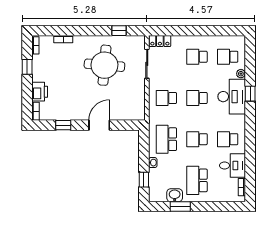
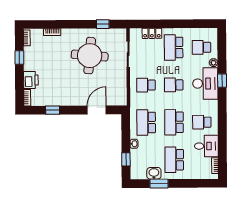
locker: (160, 41) -> (152, 33), moved
school desk: (197, 57) -> (174, 47), width x1.85
door: (99, 125) -> (97, 110), moved
school desk: (197, 139) -> (174, 122), width x1.85

